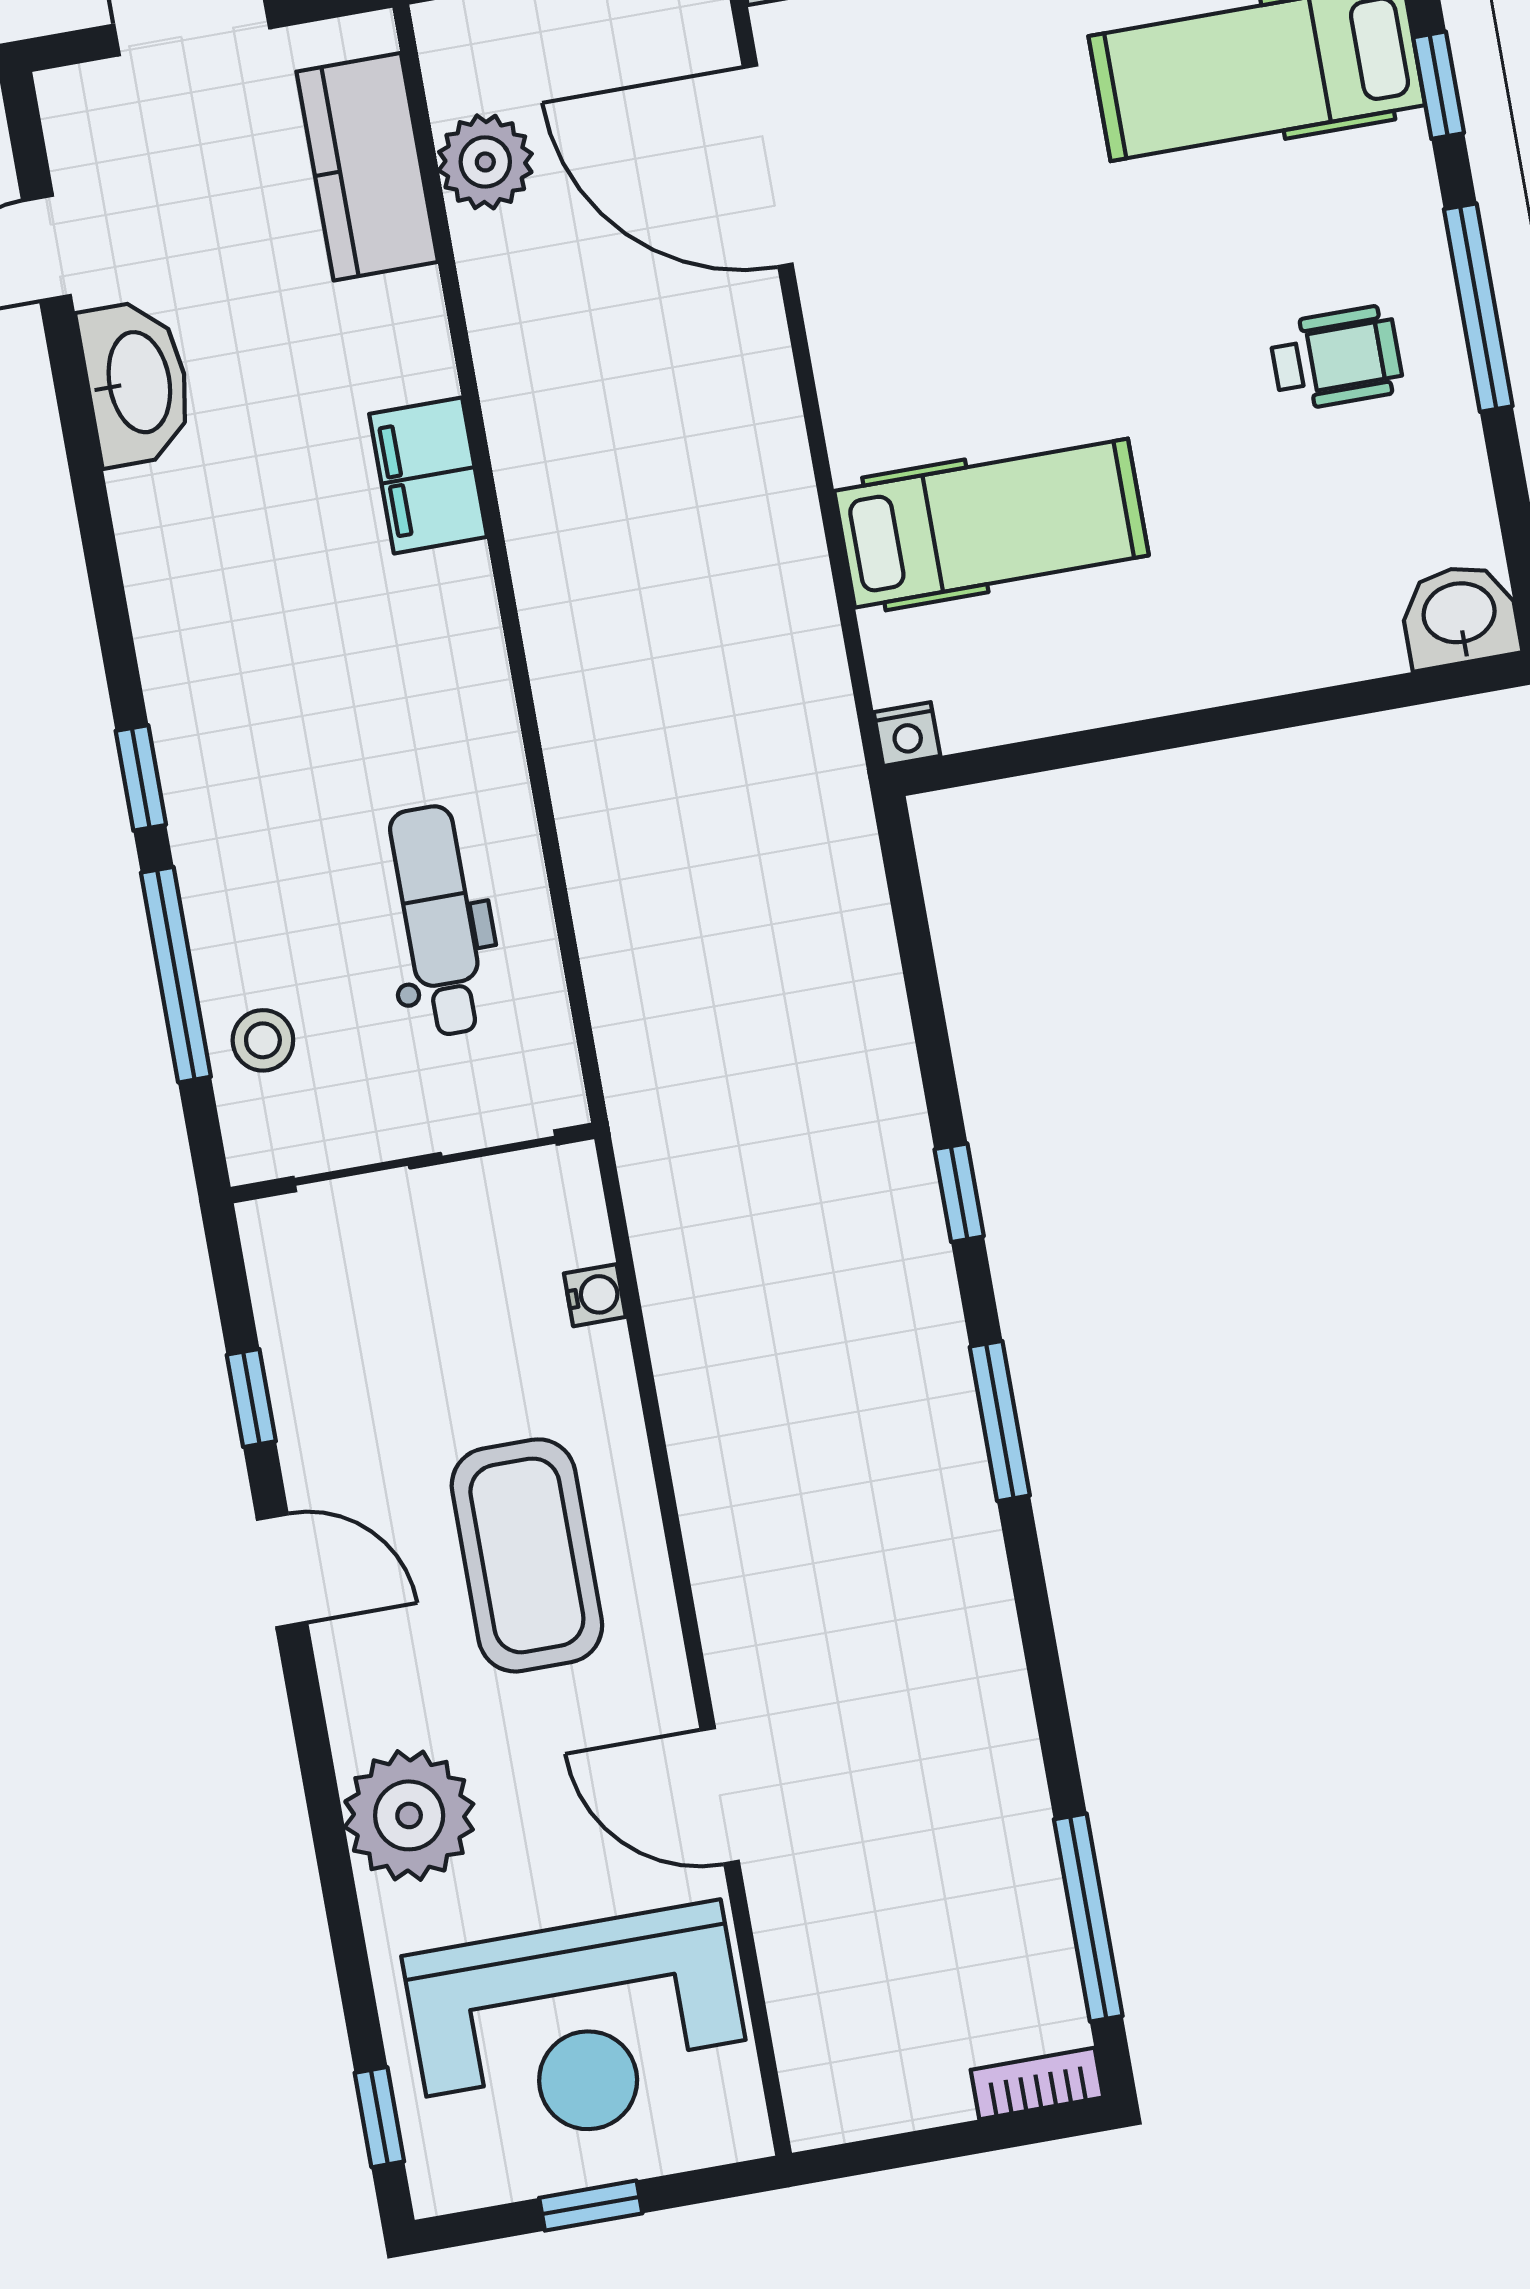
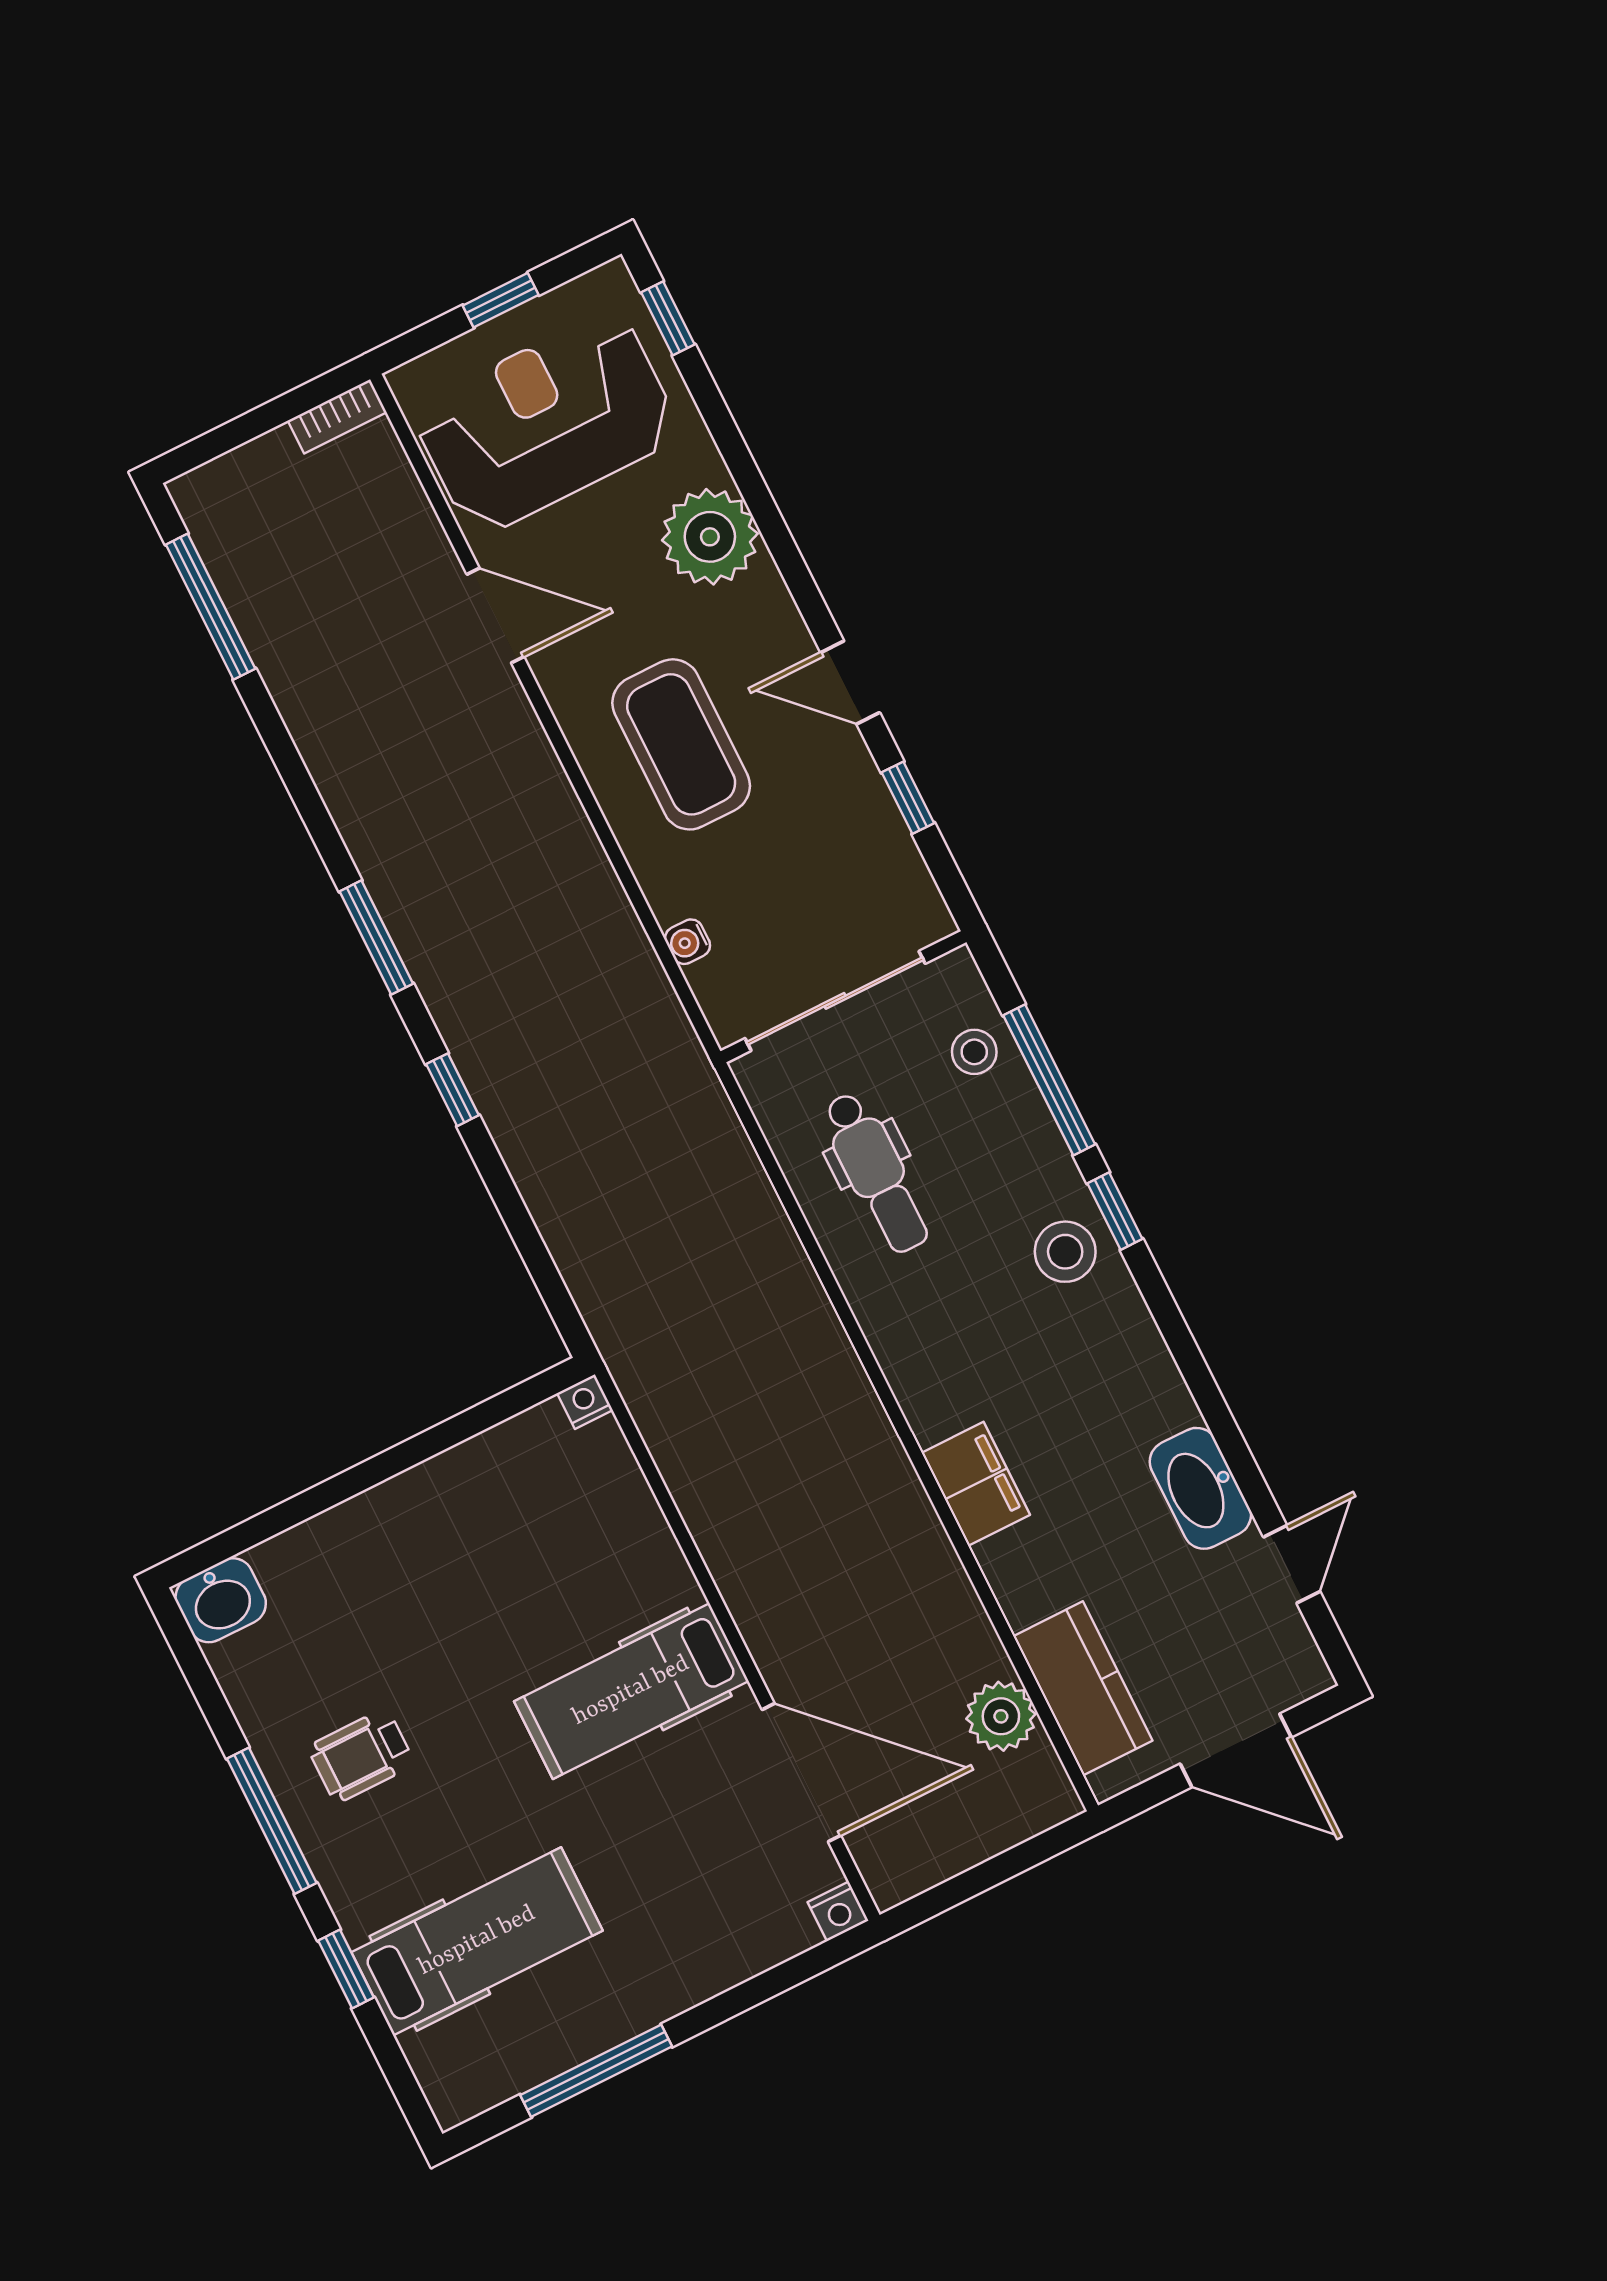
hospital bed: (991, 523) -> (631, 1691), moved
stool: (221, 744) -> (1065, 1252), added
bookcase: (1037, 2084) -> (337, 416), moved

